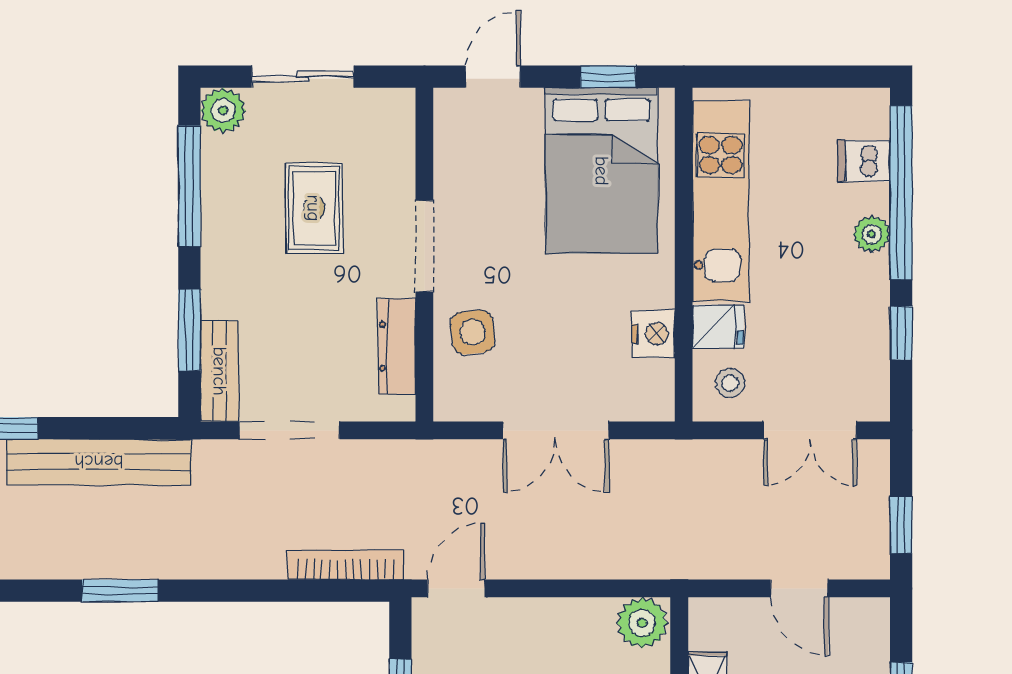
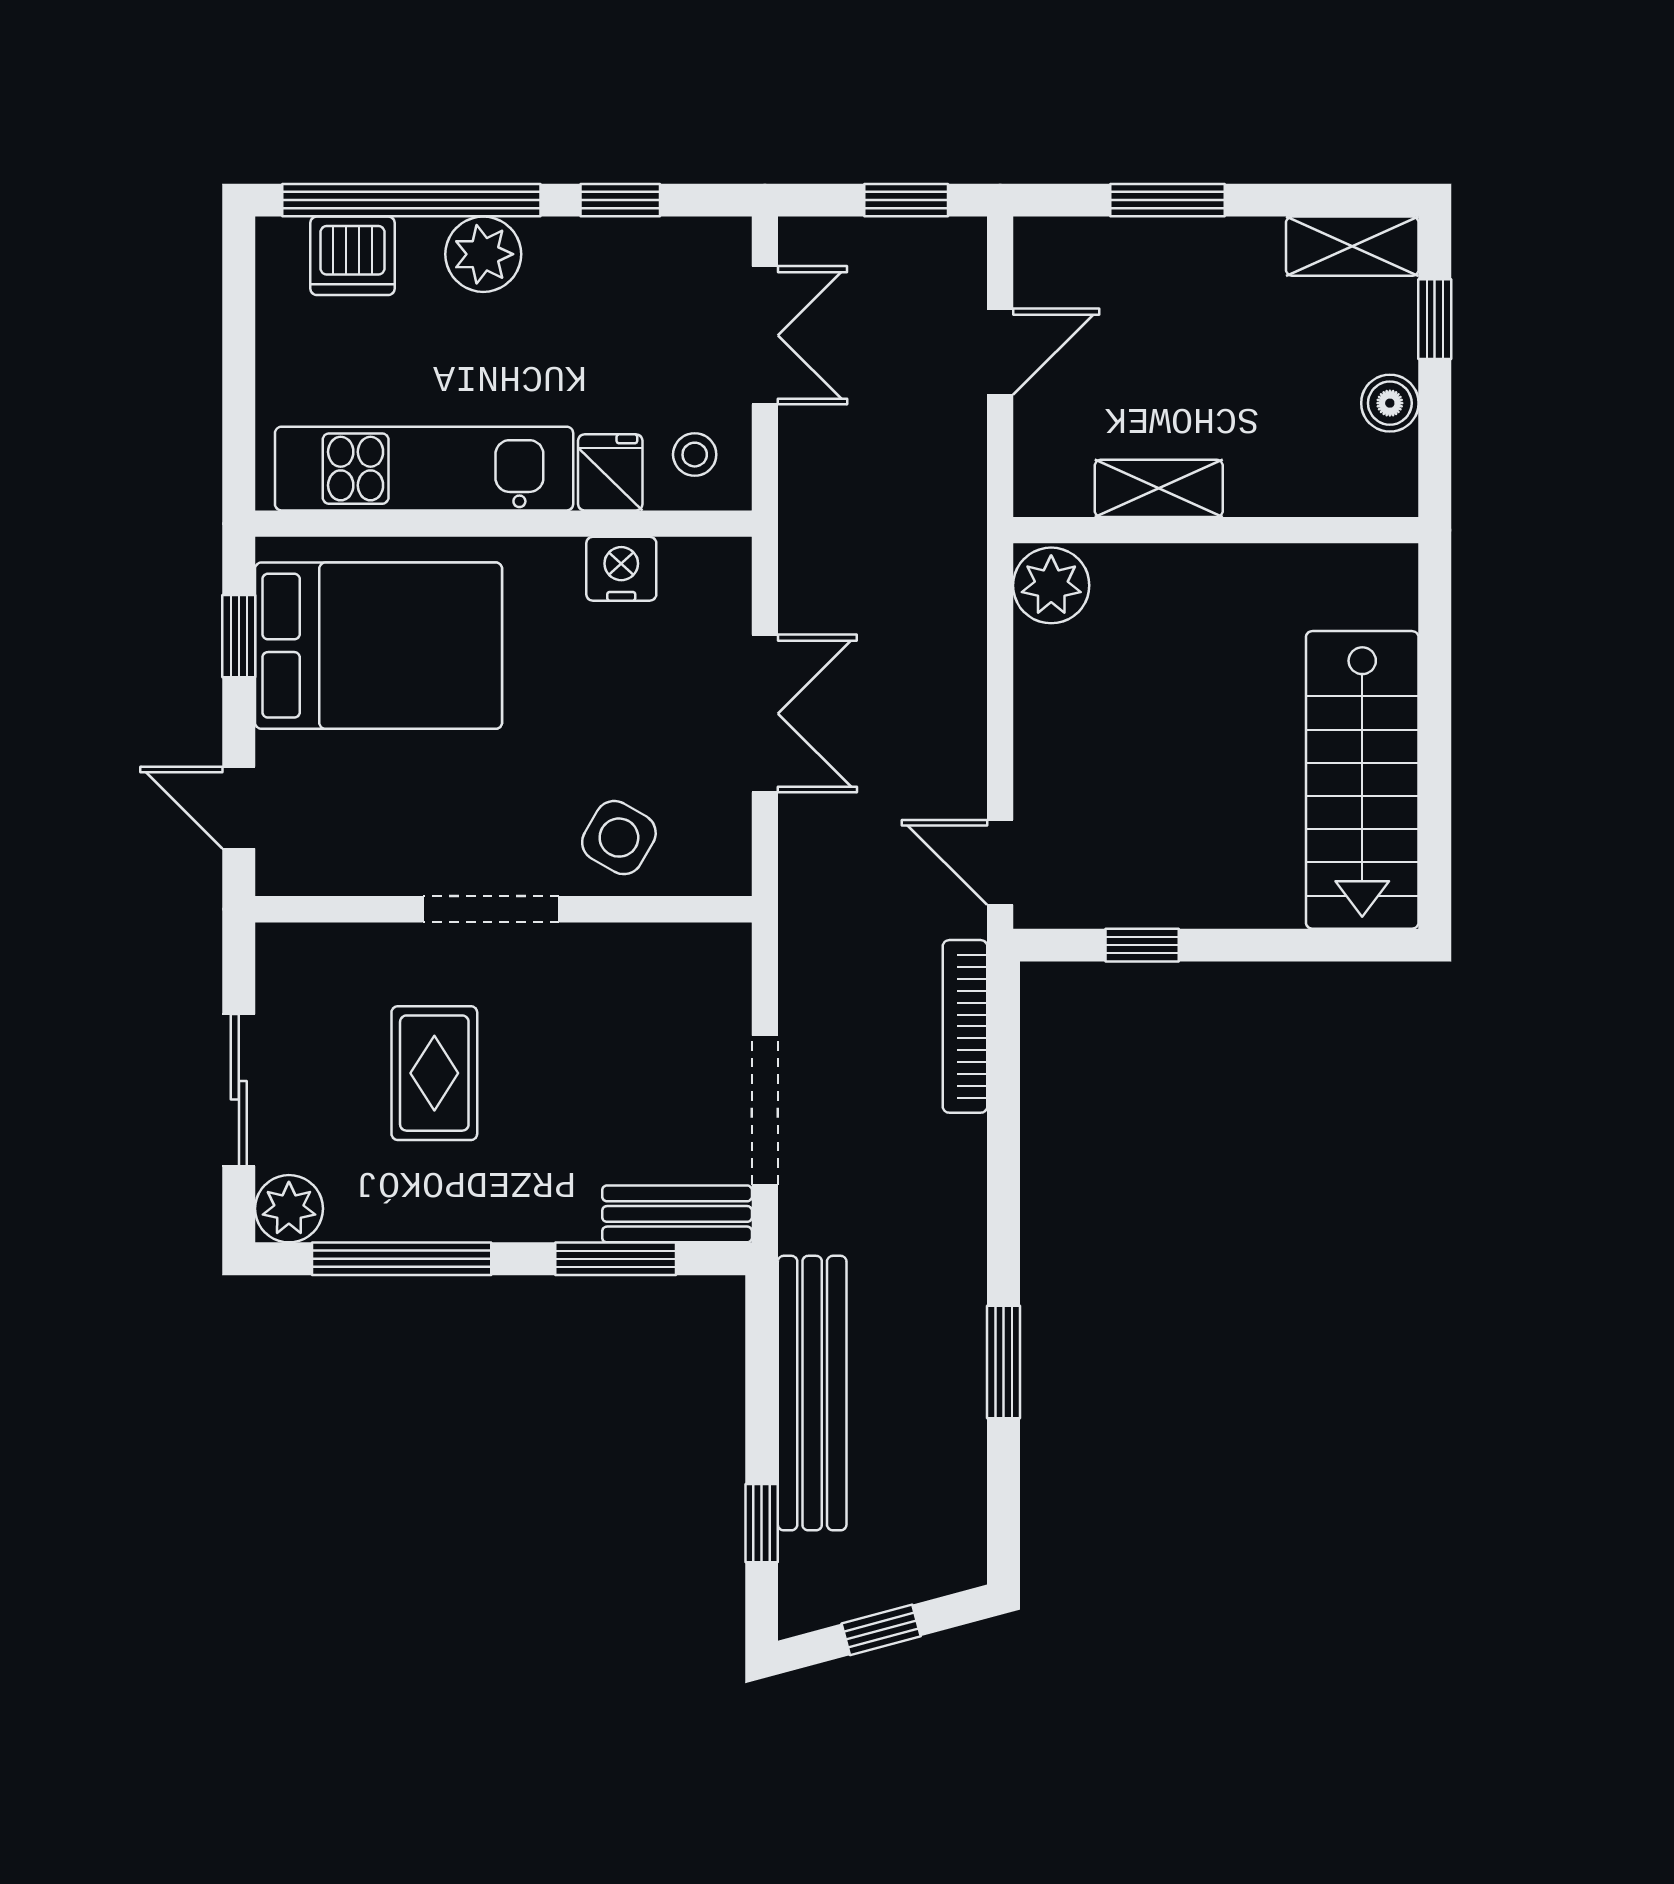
dishwasher: (864, 161) -> (352, 256), width x1.38
rug: (314, 208) -> (434, 1073), turned 90
plant: (872, 234) -> (483, 254), width x1.38, depth x1.38
side table: (473, 332) -> (619, 838), turned 36
dresser: (397, 346) -> (640, 950), removed

